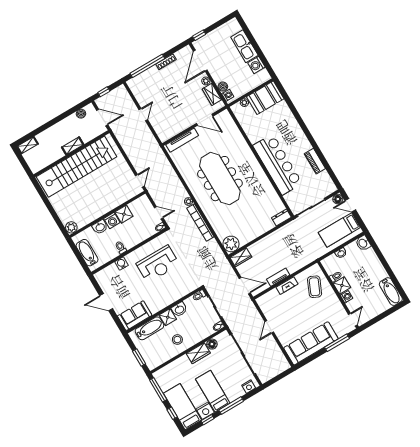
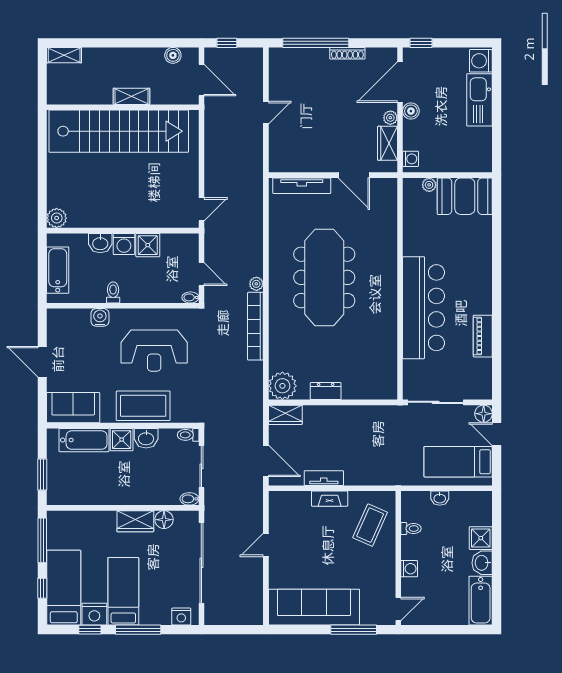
washing machine: (256, 65) -> (481, 61), moved
boiler: (223, 87) -> (411, 111), moved
dresser: (281, 217) -> (326, 391), moved
washbasin: (363, 243) -> (482, 563), moved
shower: (342, 285) -> (481, 538), moved
coffee table: (168, 294) -> (143, 406), added
stool: (177, 340) -> (116, 482), removed

